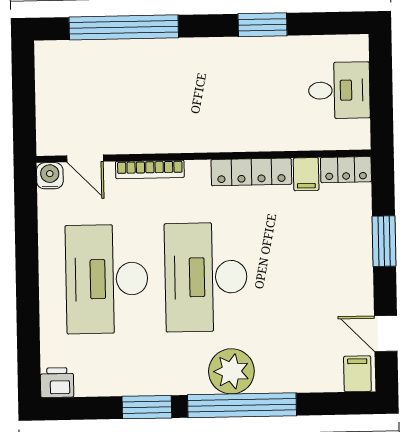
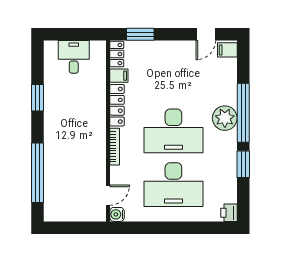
bookcase: (150, 169) -> (115, 147), moved
window: (384, 241) -> (140, 34), moved

